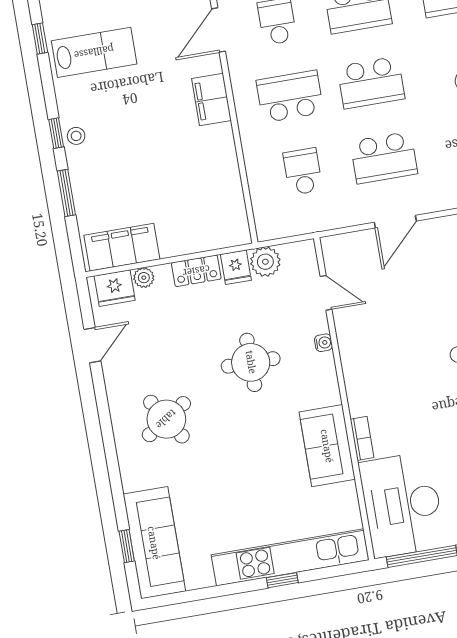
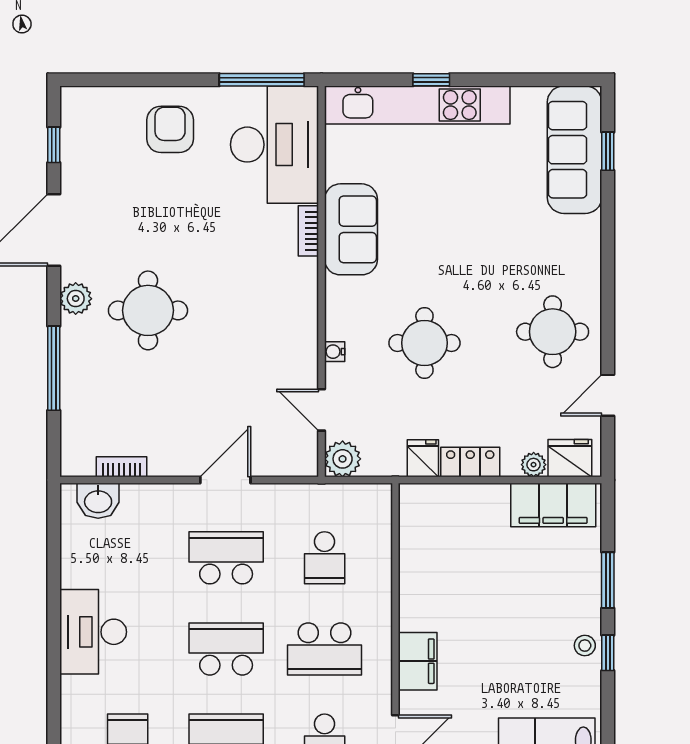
plant: (265, 262) -> (343, 459), moved
round table: (166, 419) -> (553, 332), moved, turned 33

